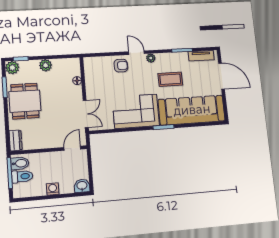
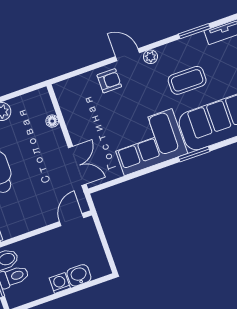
washbasin: (82, 186) -> (79, 275), moved

